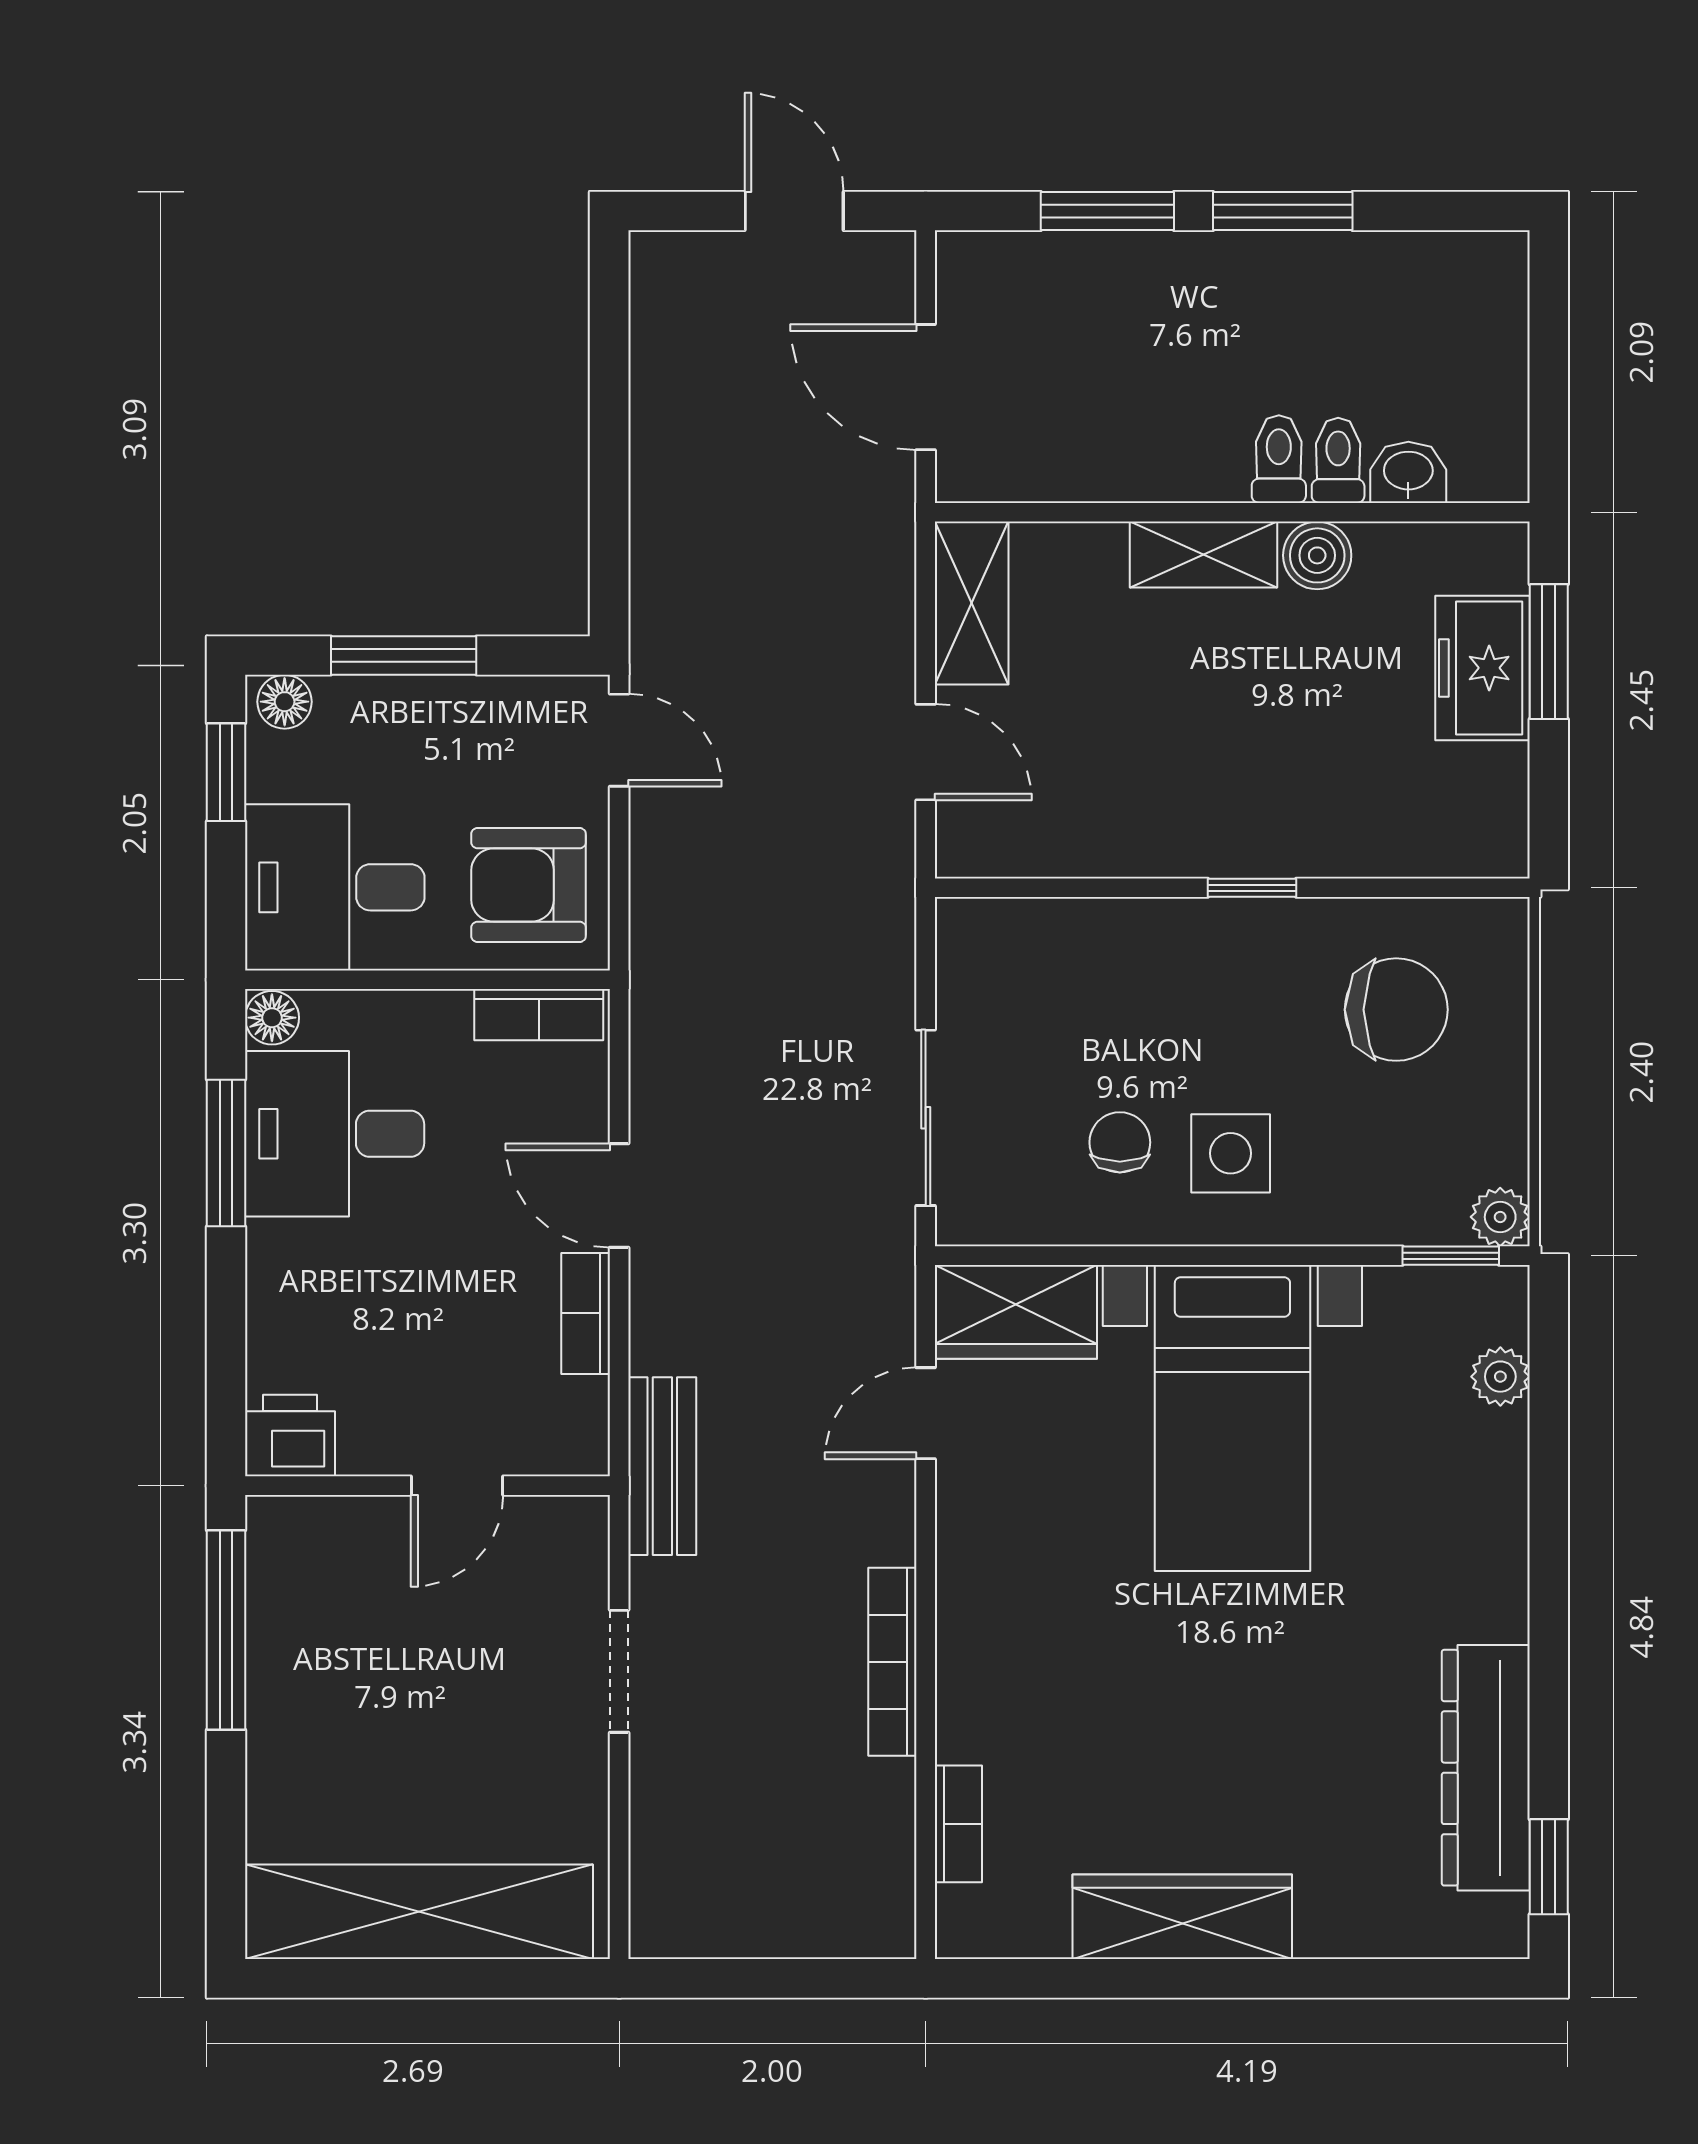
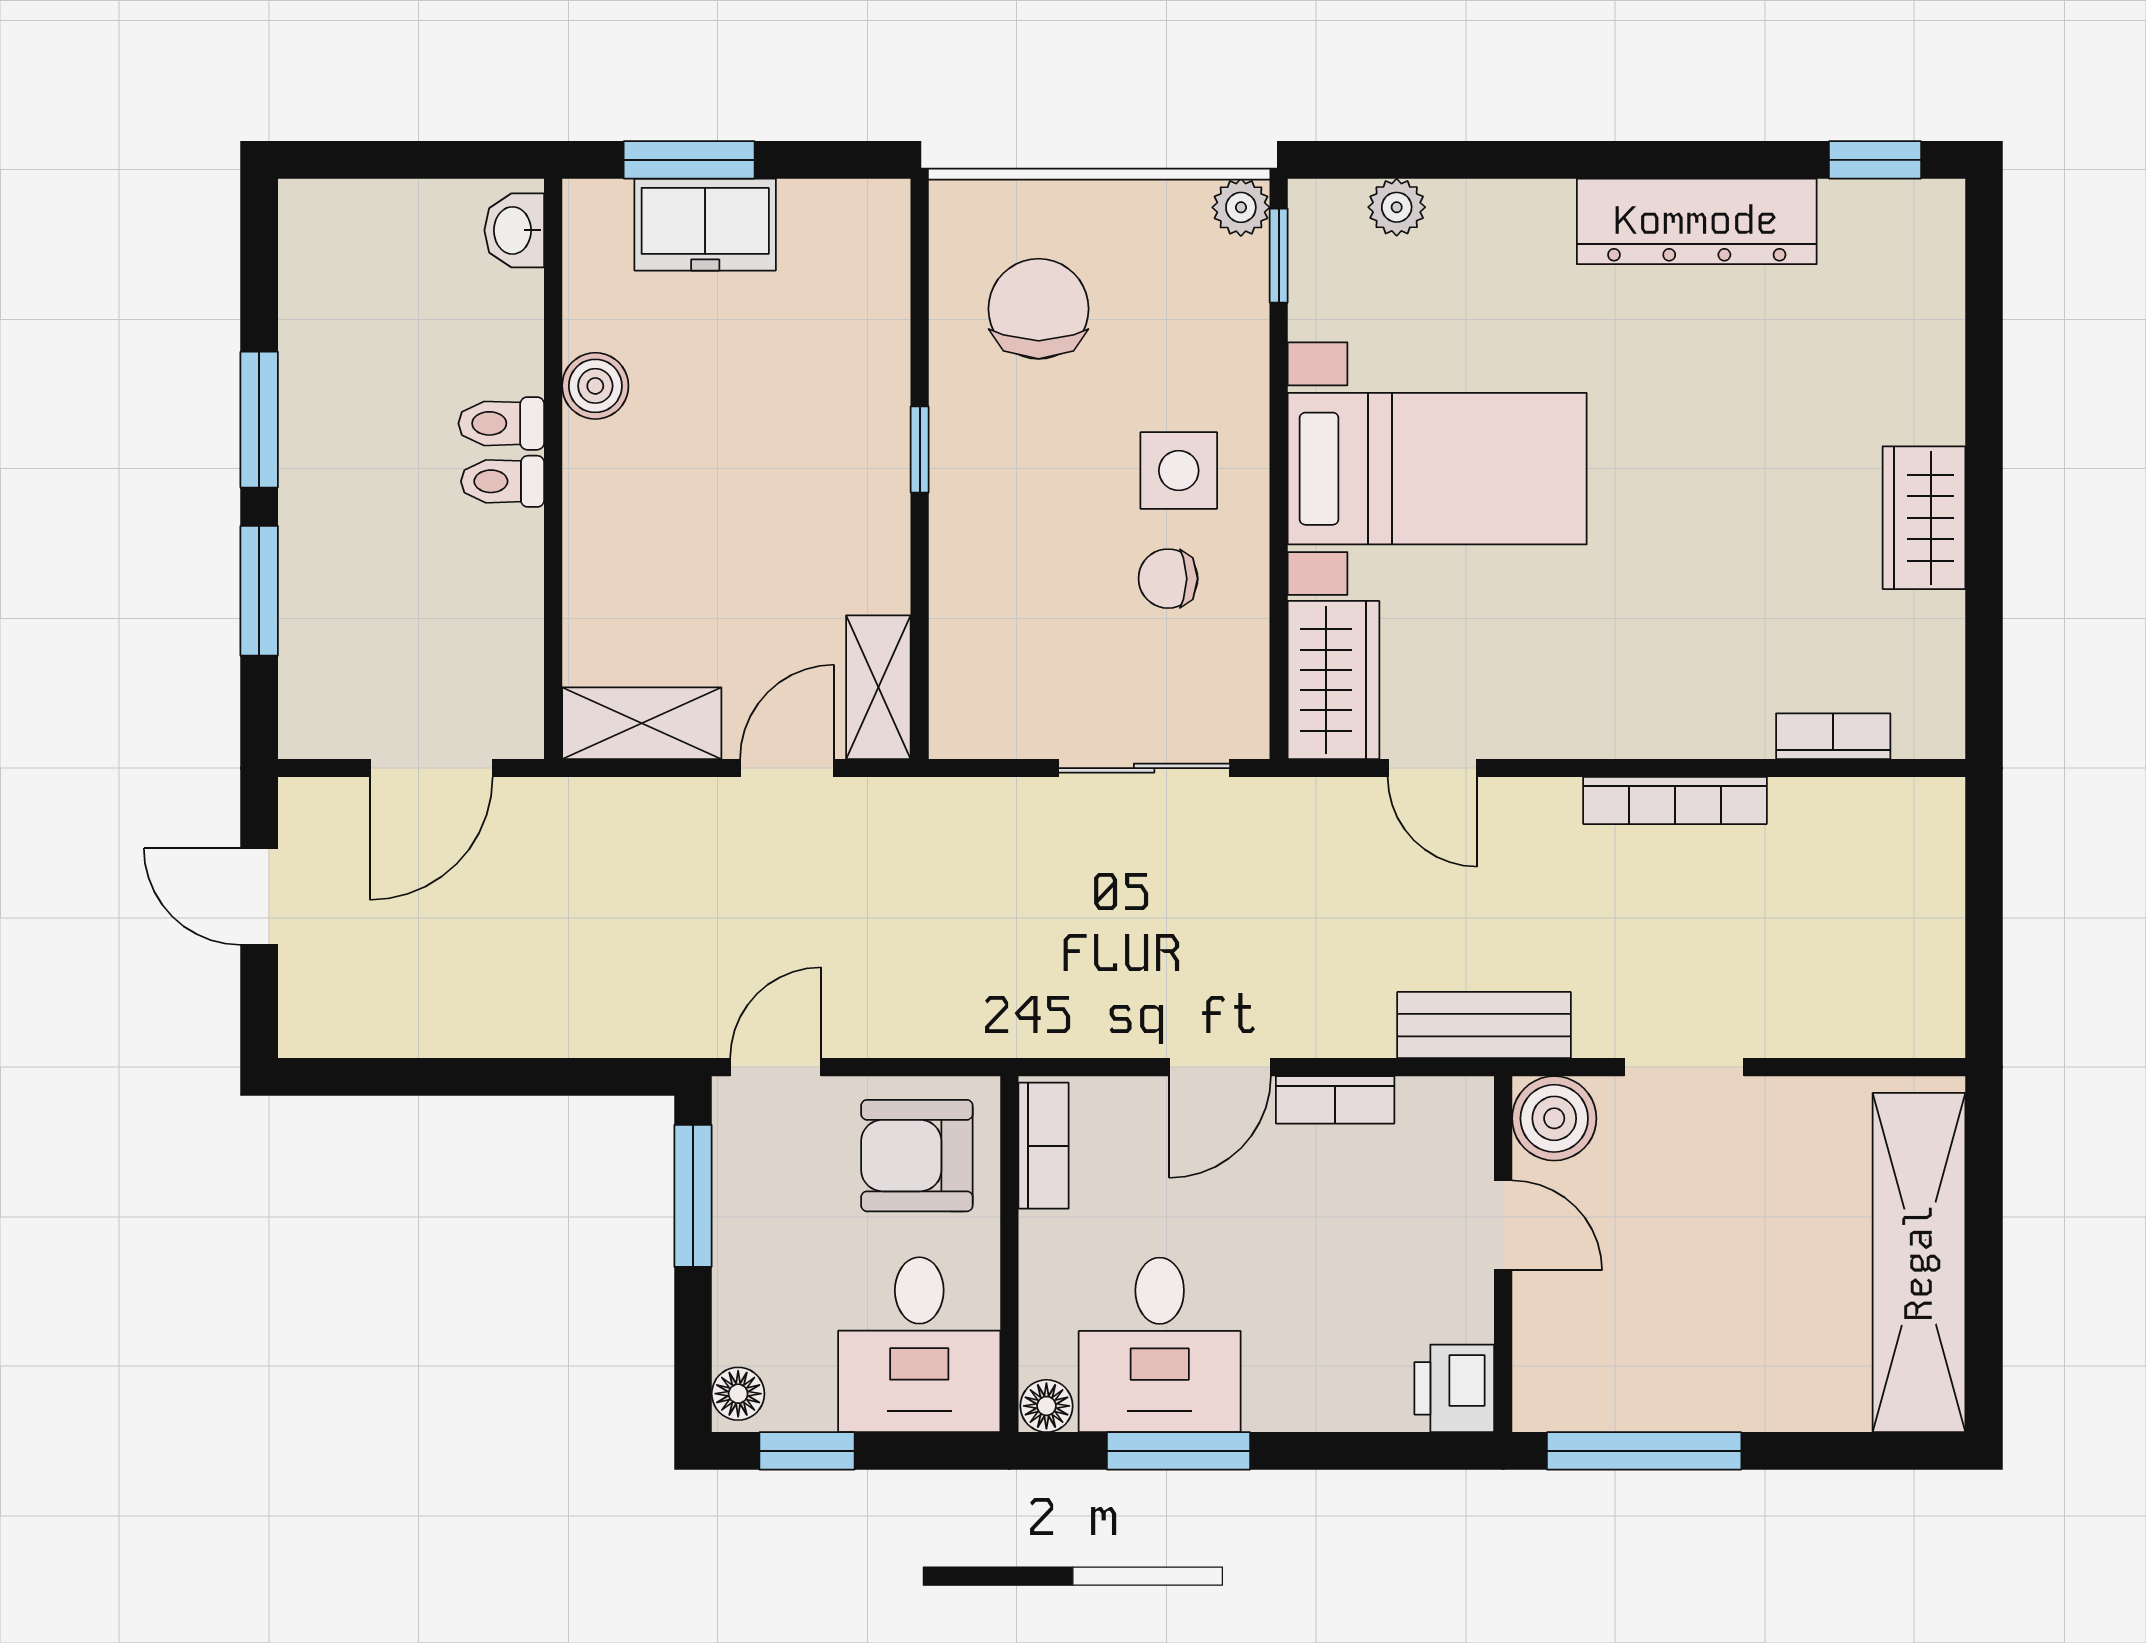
door: (794, 211) -> (259, 896), hinge flipped
toilet: (1338, 460) -> (503, 481), moved
washbasin: (1408, 472) -> (514, 230), moved
shelving: (1203, 555) -> (878, 687), moved
window: (404, 656) -> (693, 1196), moved
armchair: (529, 885) -> (917, 1156), turned 90
boiler: (567, 1538) -> (1554, 1118), added
dresser: (1486, 1768) -> (1697, 221), moved
wardrobe: (1182, 1917) -> (1924, 518), width x0.67

